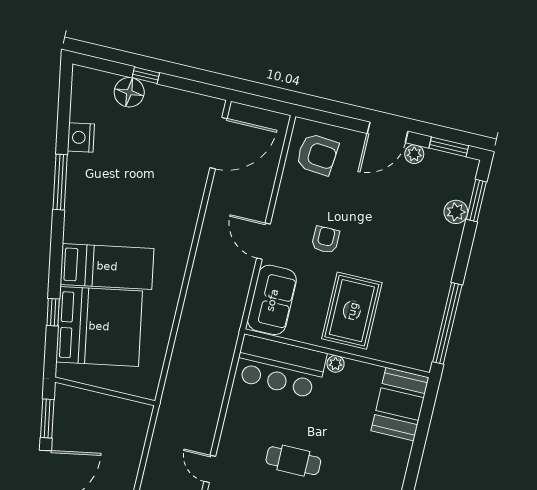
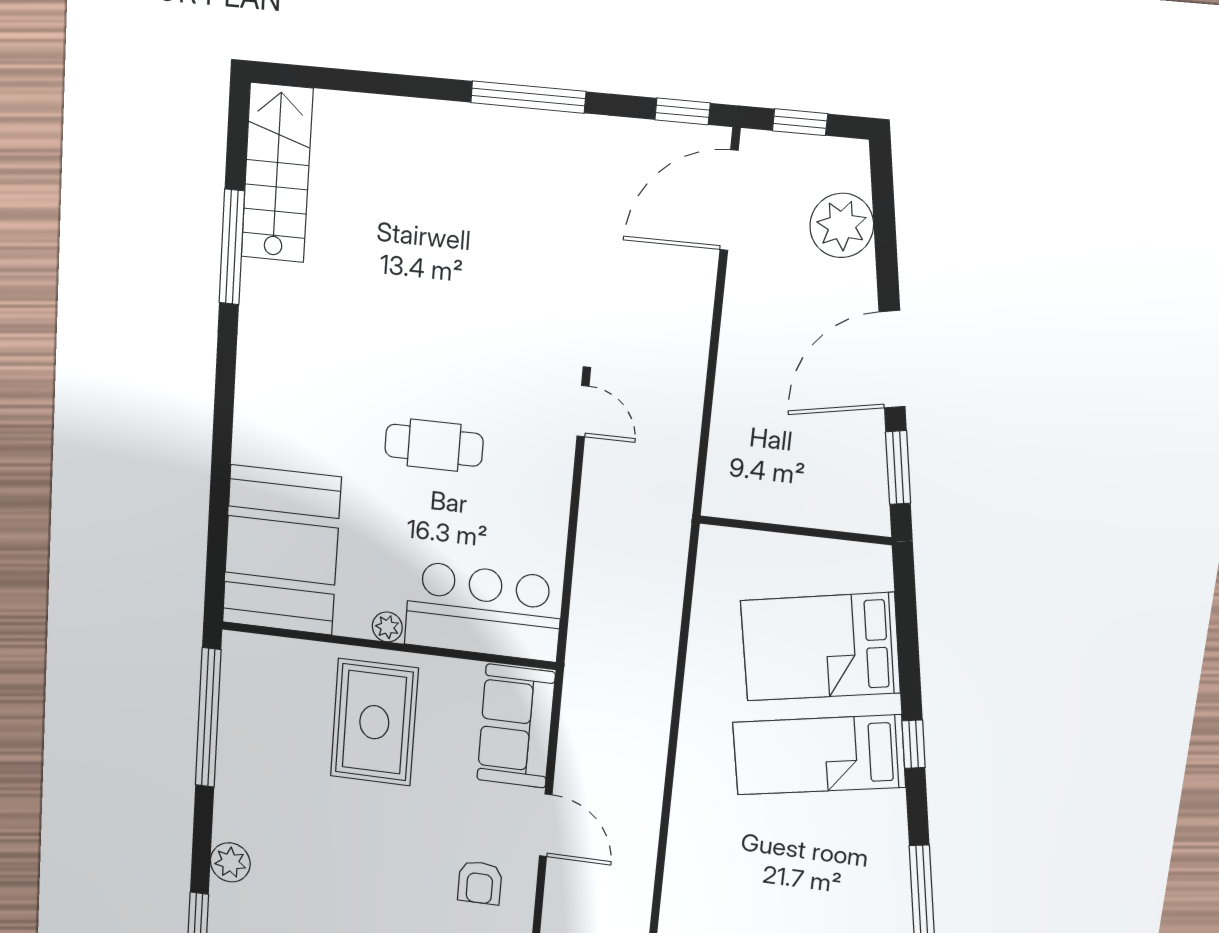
plant: (456, 212) -> (230, 862), moved
armchair: (326, 240) -> (480, 883), moved
window: (53, 312) -> (914, 744), moved
bed: (99, 326) -> (820, 647), width x0.73
booth: (400, 404) -> (281, 550), width x1.36, depth x1.42

